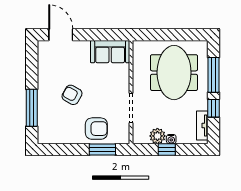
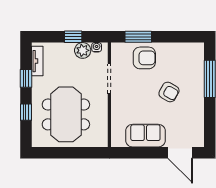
sofa: (110, 52) -> (145, 136), moved
window: (214, 75) -> (26, 112), width x0.46
armchair: (96, 129) -> (144, 58), turned 180
water cooler: (171, 139) -> (97, 47), moved

